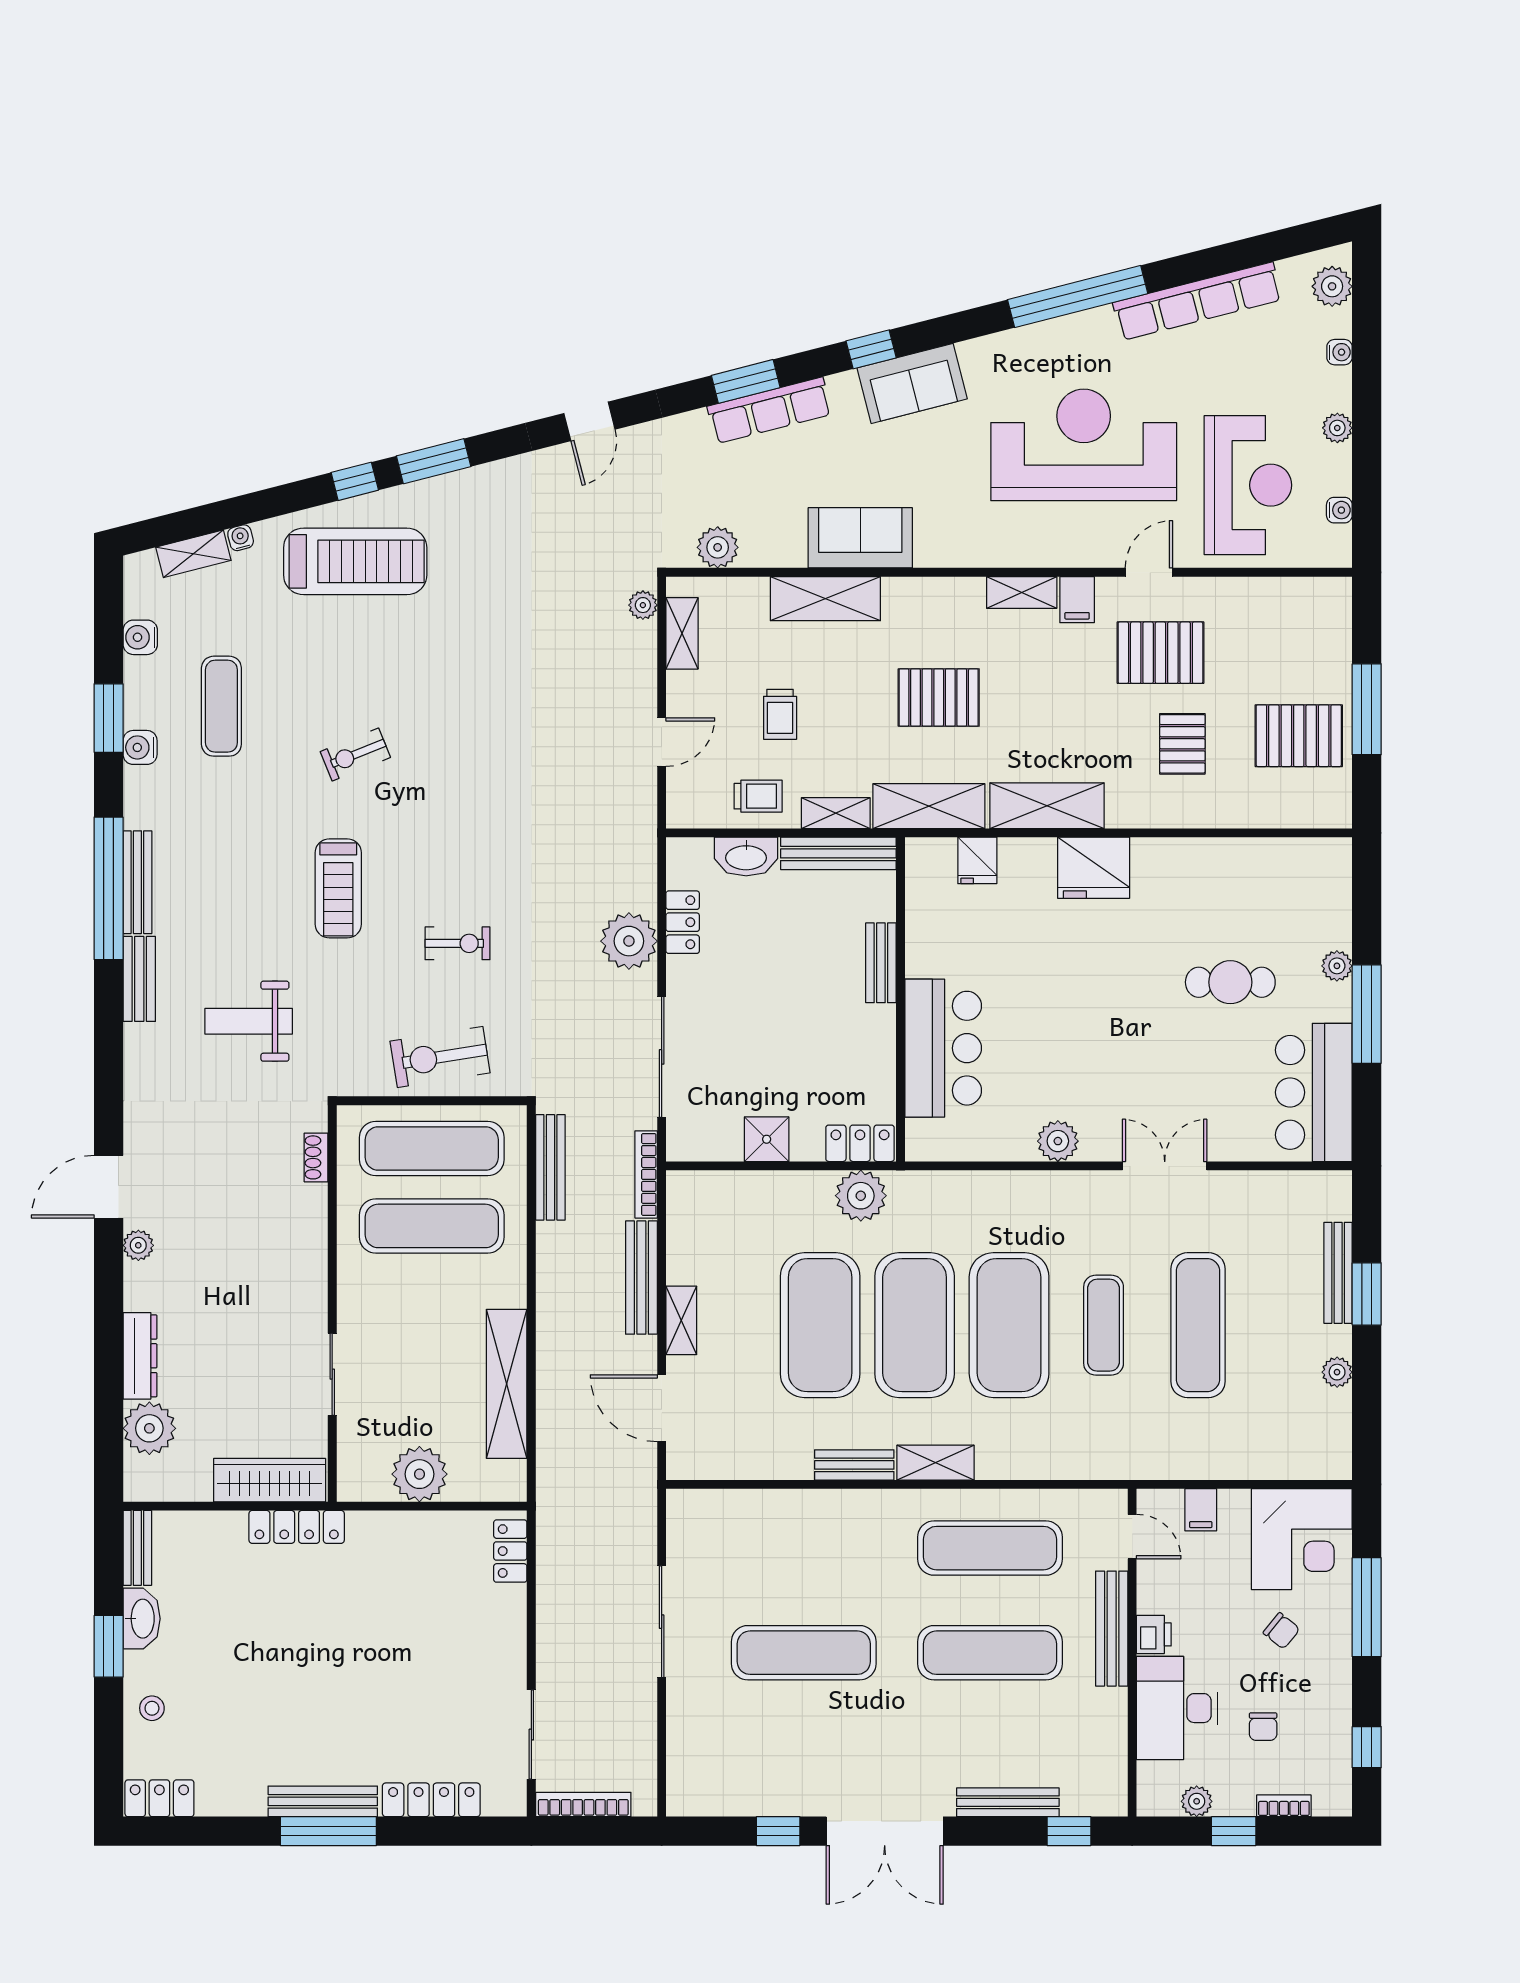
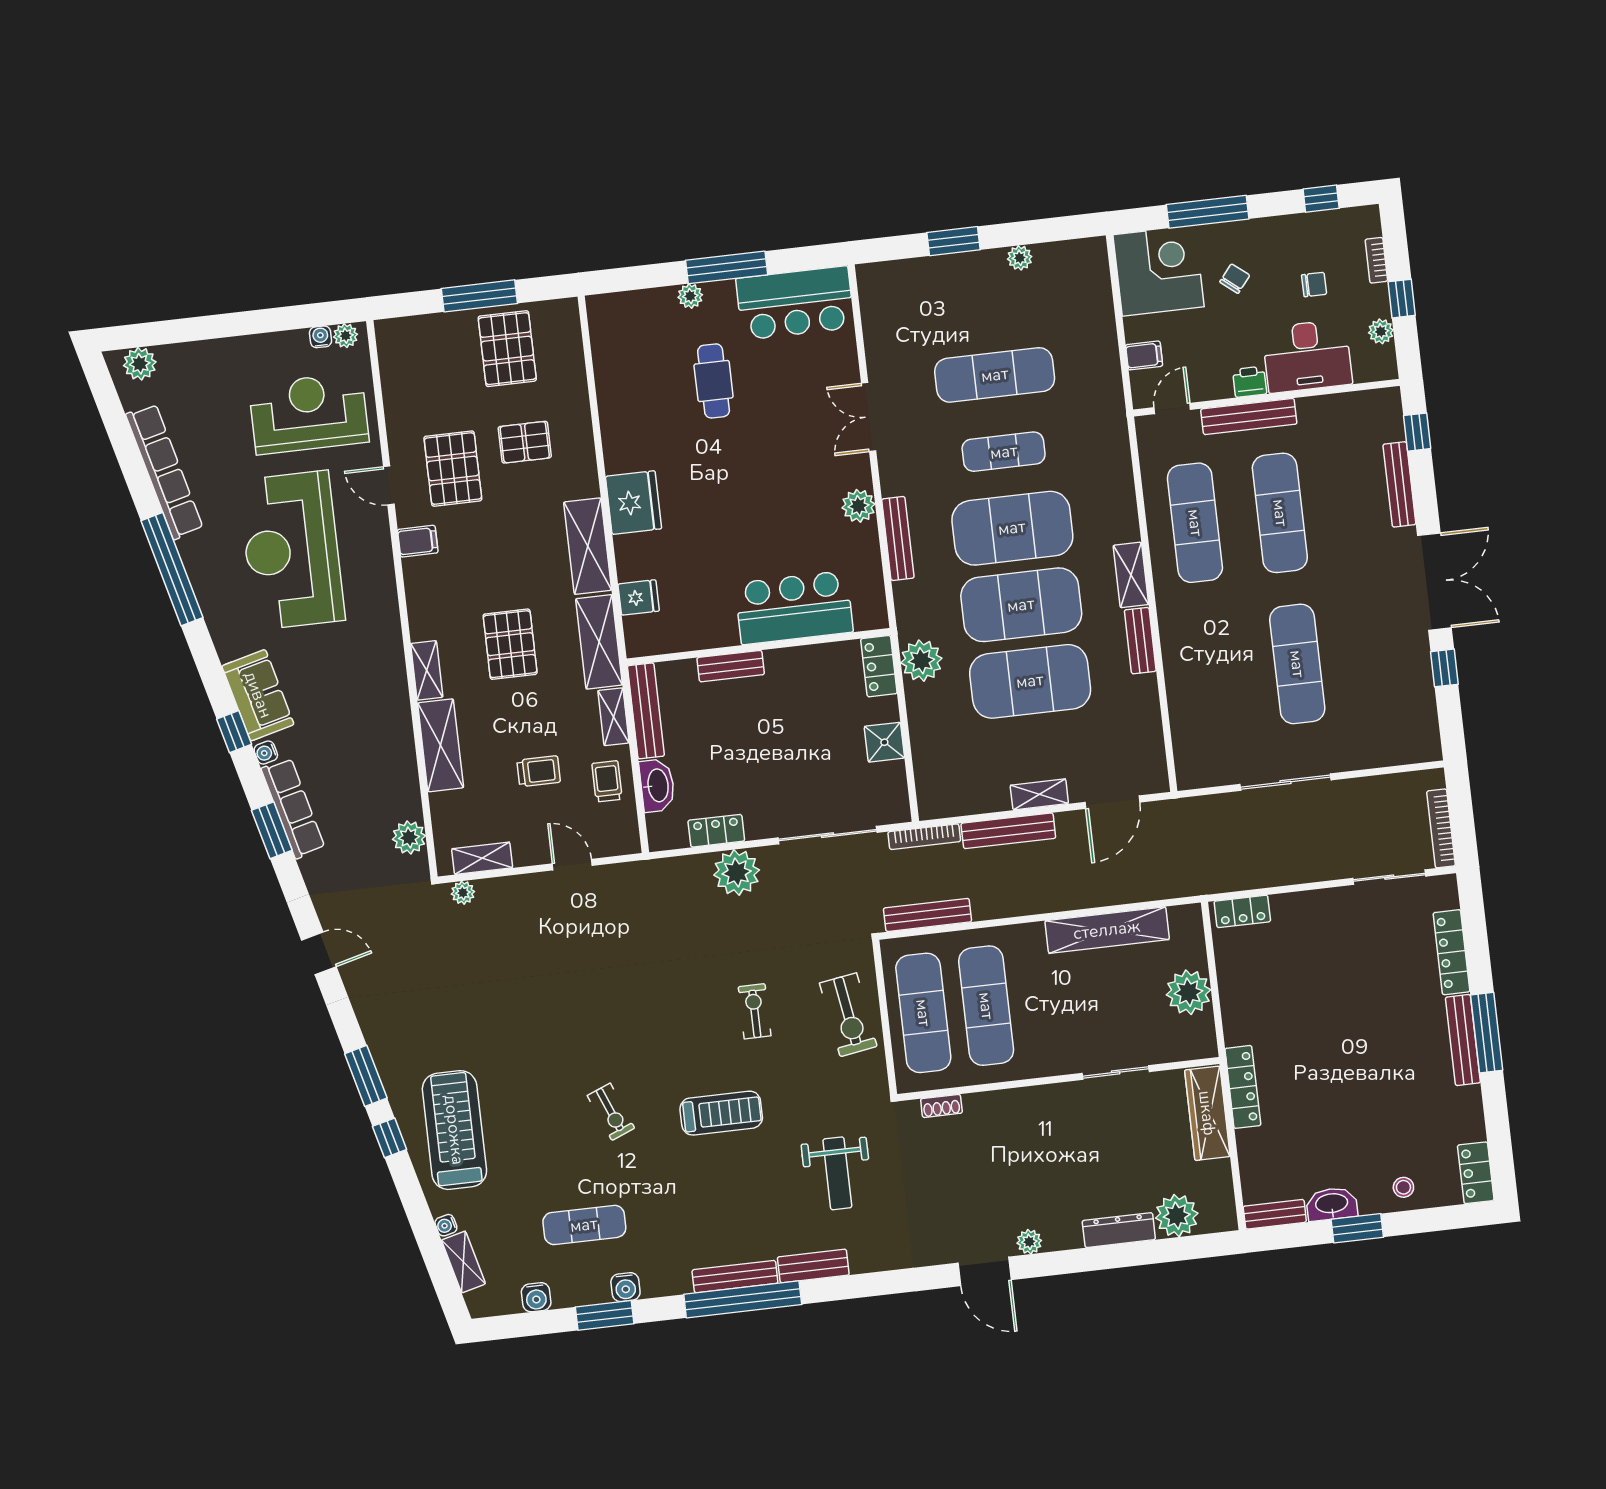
water cooler: (1340, 352) -> (266, 753), moved, turned -104
plant: (1337, 428) -> (346, 336), moved
sofa: (860, 538) -> (388, 723), removed
shelving: (1022, 592) -> (427, 670), moved
bench: (1338, 1273) -> (898, 538), moved, turned 90

